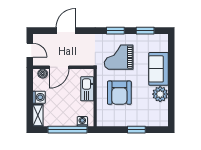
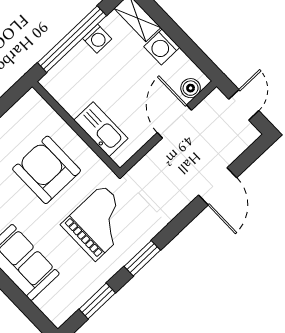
door: (30, 50) -> (244, 105), swing flipped
washing machine: (82, 121) -> (97, 39), moved

